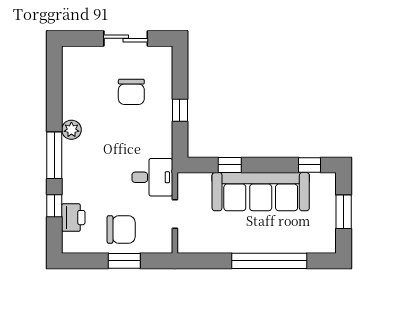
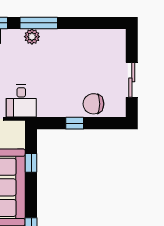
chair: (131, 92) -> (93, 104), moved
plant: (71, 130) -> (32, 37), moved

